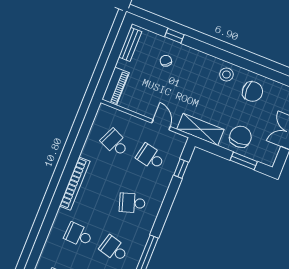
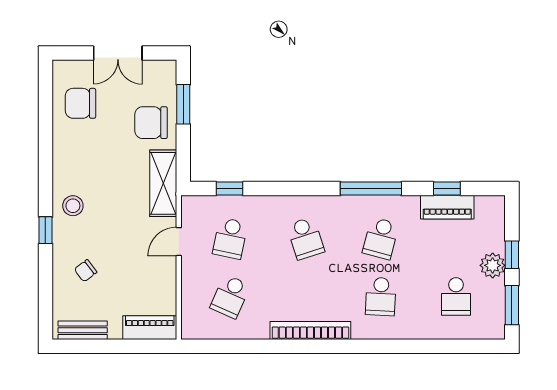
window: (174, 36) -> (45, 230), moved
stool: (226, 74) -> (73, 206), moved
chair: (252, 92) -> (81, 103), moved, turned -90

